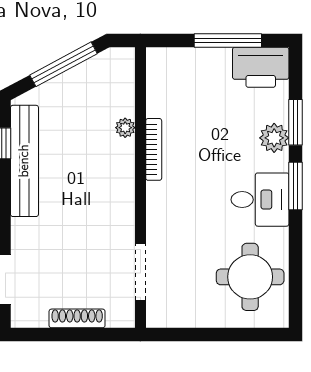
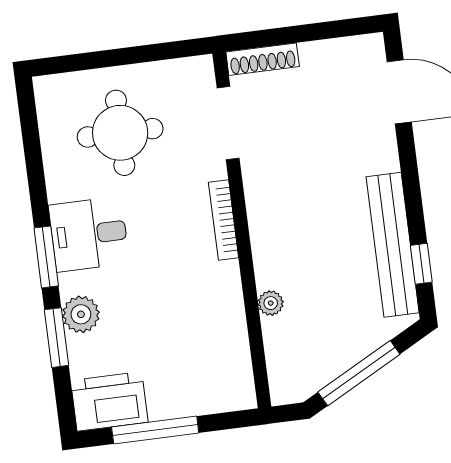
bookcase: (154, 149) -> (224, 220), moved
round table: (250, 277) -> (120, 133), moved
shoe rack: (77, 318) -> (263, 59), moved

